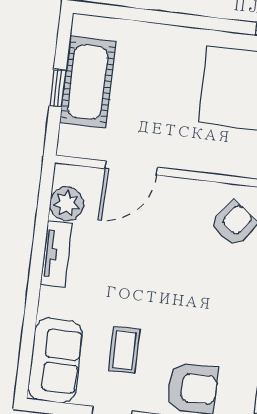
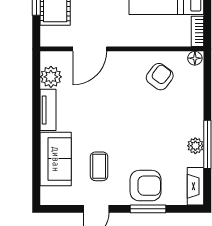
sofa: (55, 360) -> (56, 159), moved

